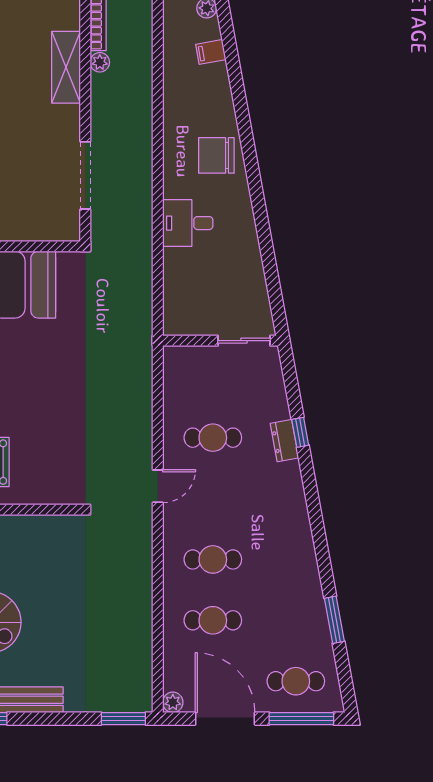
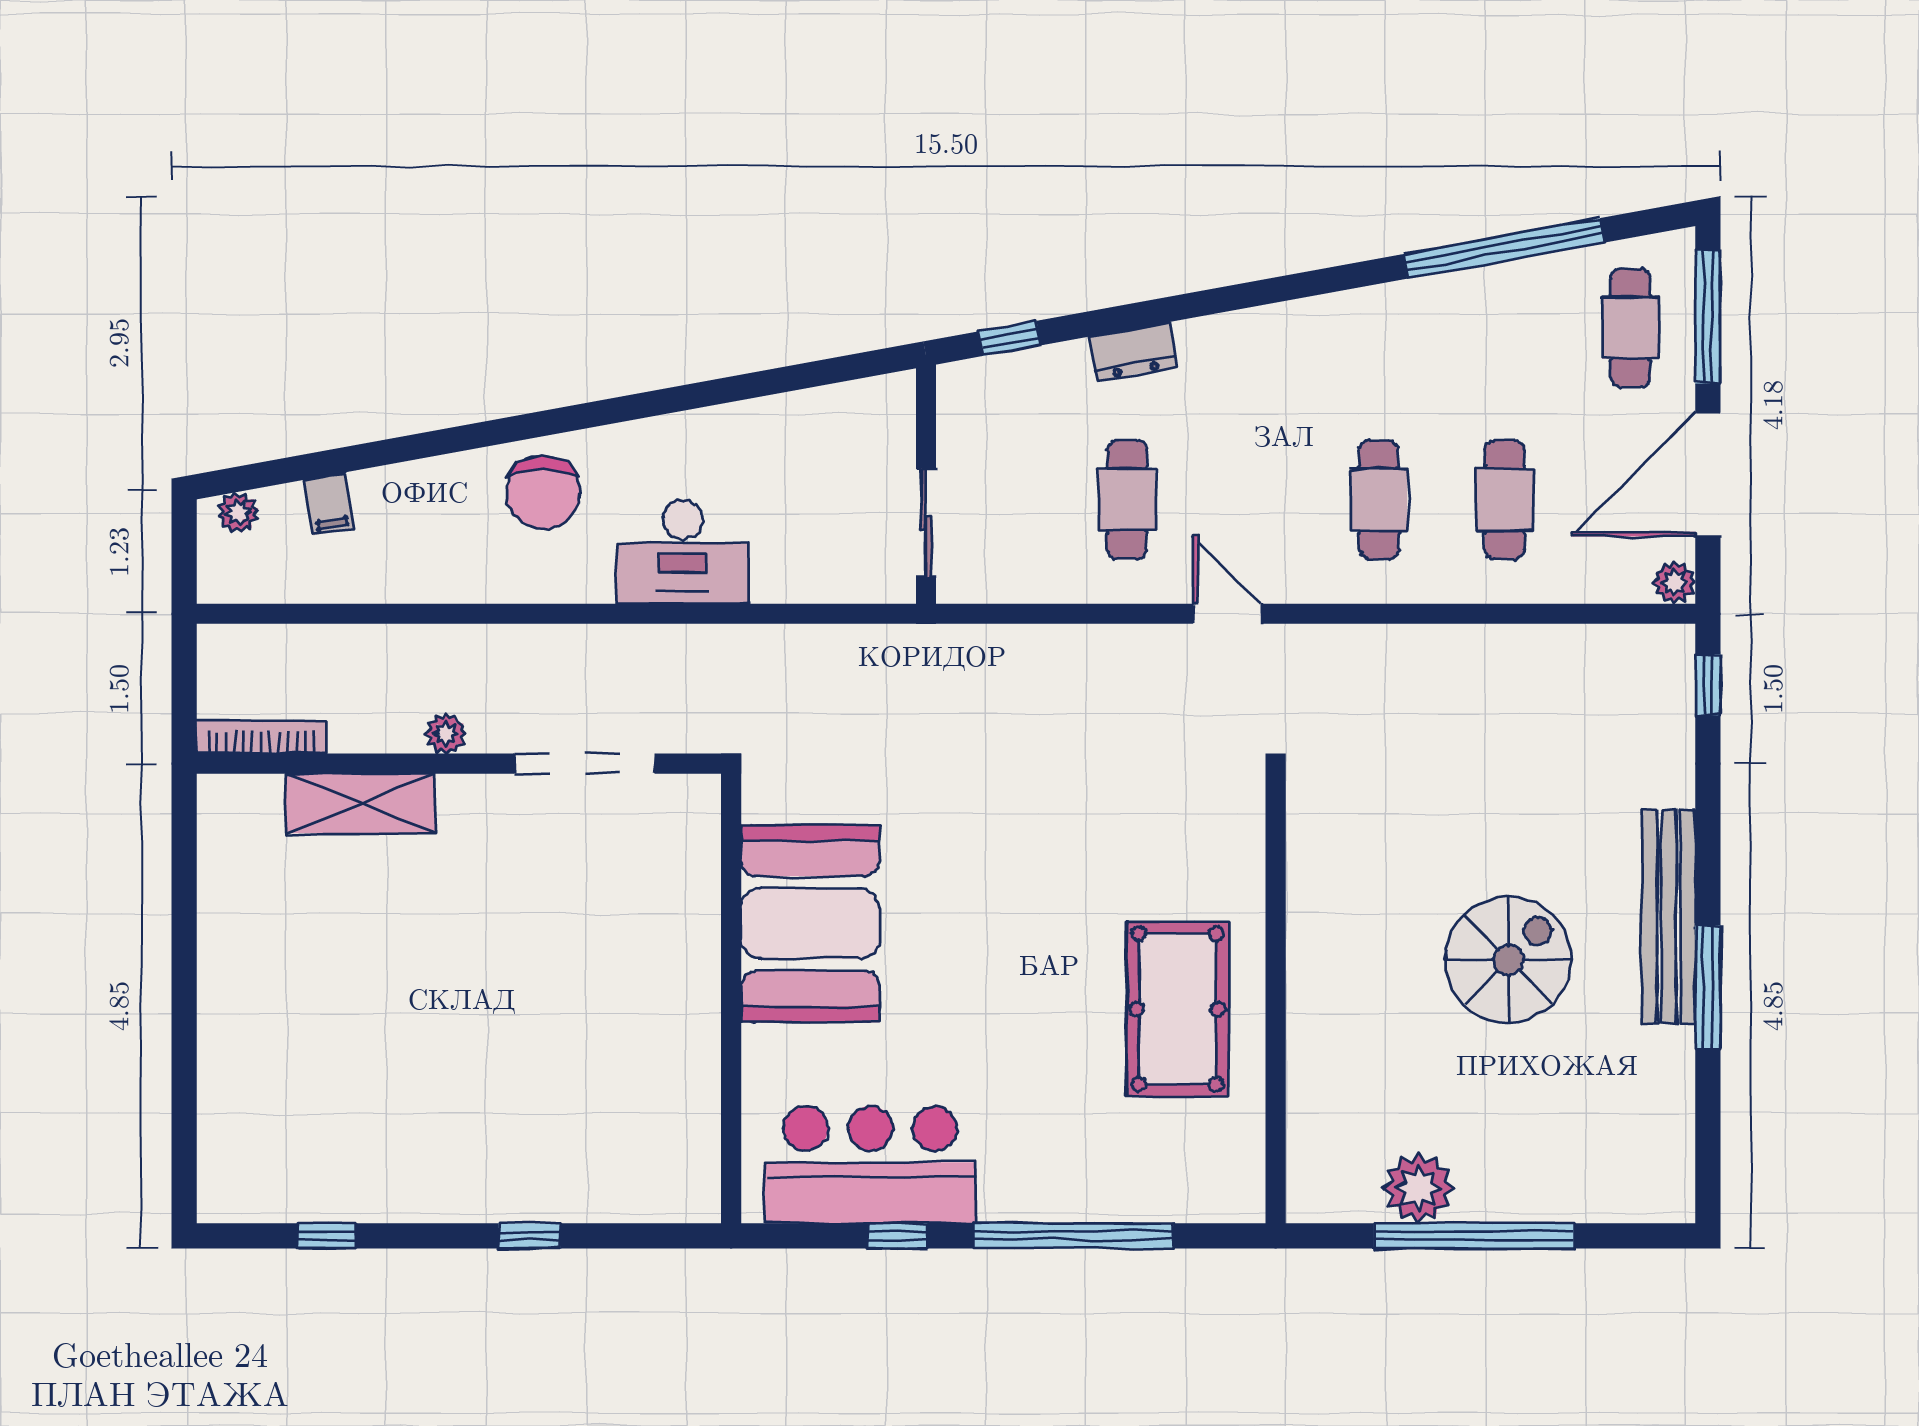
plant: (100, 62) -> (446, 734), moved
desk: (188, 223) -> (683, 552), width x1.37
sliding door: (244, 341) -> (926, 523), moved
window: (300, 432) -> (1010, 338), moved
window: (334, 620) -> (1504, 248), width x2.11
window: (123, 719) -> (1708, 685), width x0.67

